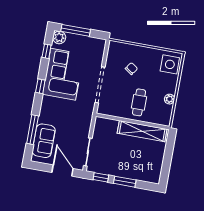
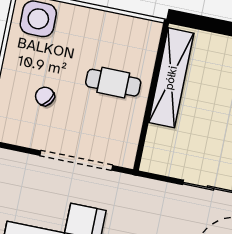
plant: (169, 99) -> (108, 21), removed

